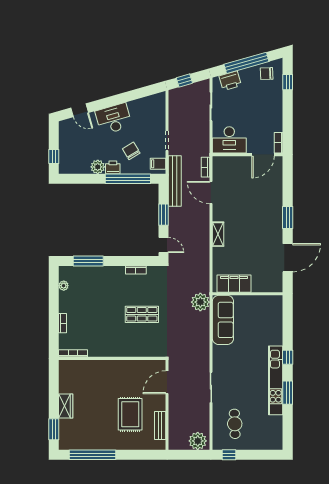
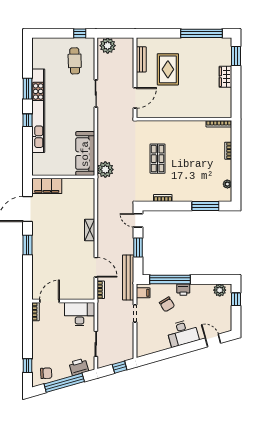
plant: (98, 167) -> (220, 290), moved
filing cabinet: (234, 284) -> (47, 186), moved
shop shelf: (142, 314) -> (158, 159), turned 90
kitchen unit: (276, 380) -> (38, 111), width x1.36

